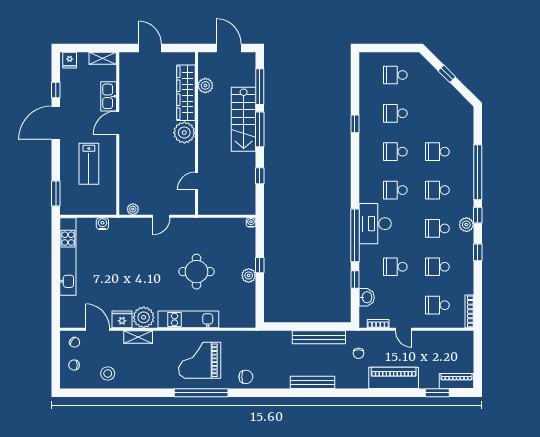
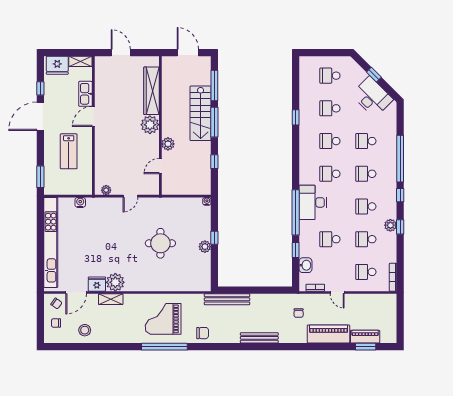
fridge: (70, 60) -> (57, 65), width x1.88, depth x1.34
plant: (205, 85) -> (168, 144), moved
desk: (445, 100) -> (372, 97), added
plant: (466, 225) -> (390, 225), moved
kitchen unit: (68, 256) -> (51, 242), width x1.36
kitchen unit: (188, 319) -> (153, 284), removed
door: (98, 329) -> (76, 293), swing flipped
bench: (319, 337) -> (227, 299), moved
piano: (457, 381) -> (365, 337), moved

